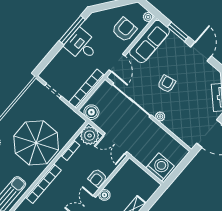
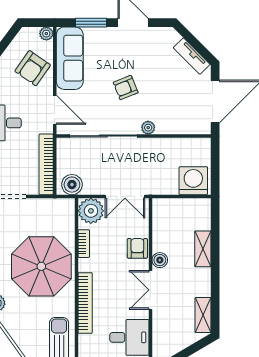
armchair: (124, 30) -> (33, 68), turned -145
armchair: (167, 84) -> (126, 88), turned -101
armchair: (98, 178) -> (137, 248), turned 180

